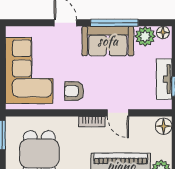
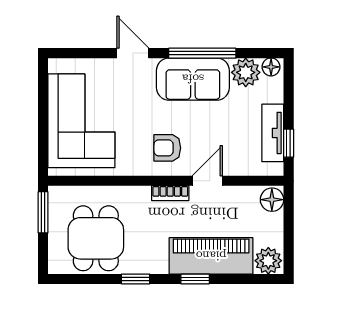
armchair: (74, 91) -> (167, 148), moved
door: (118, 113) -> (207, 181), swing flipped

